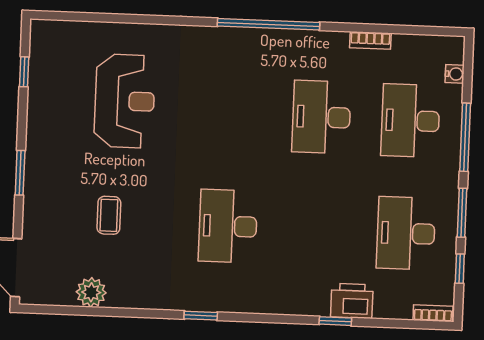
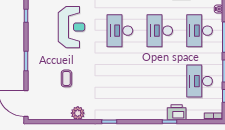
desk: (228, 226) -> (120, 31), moved
plant: (91, 292) -> (78, 113), moved

